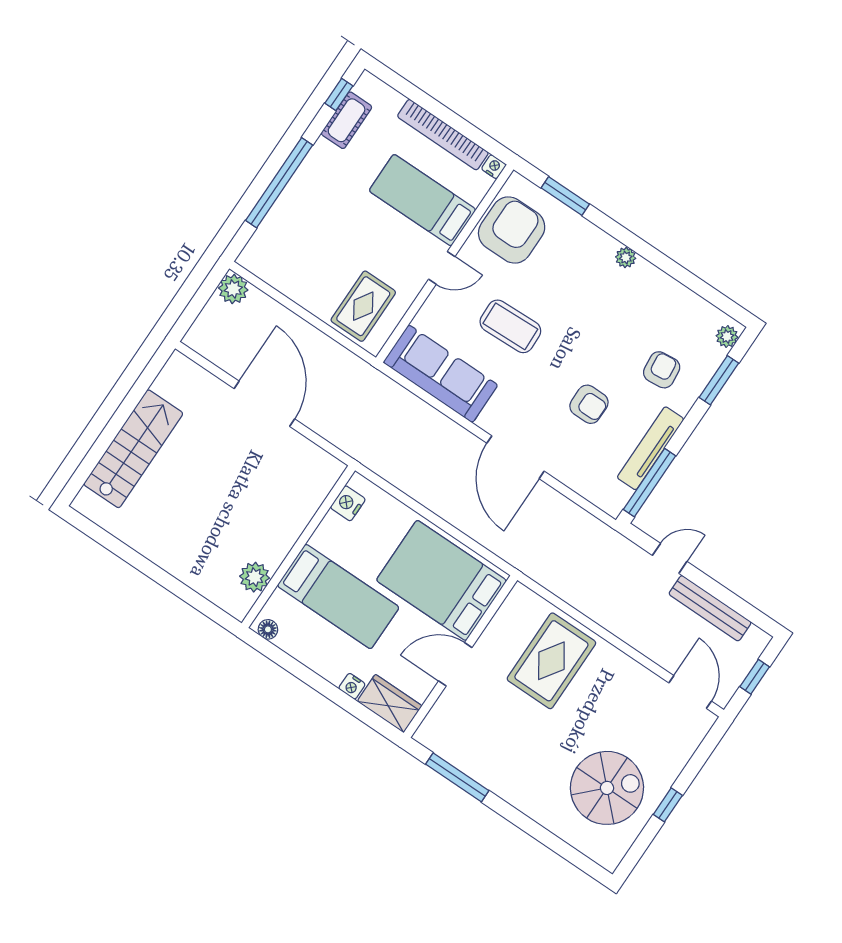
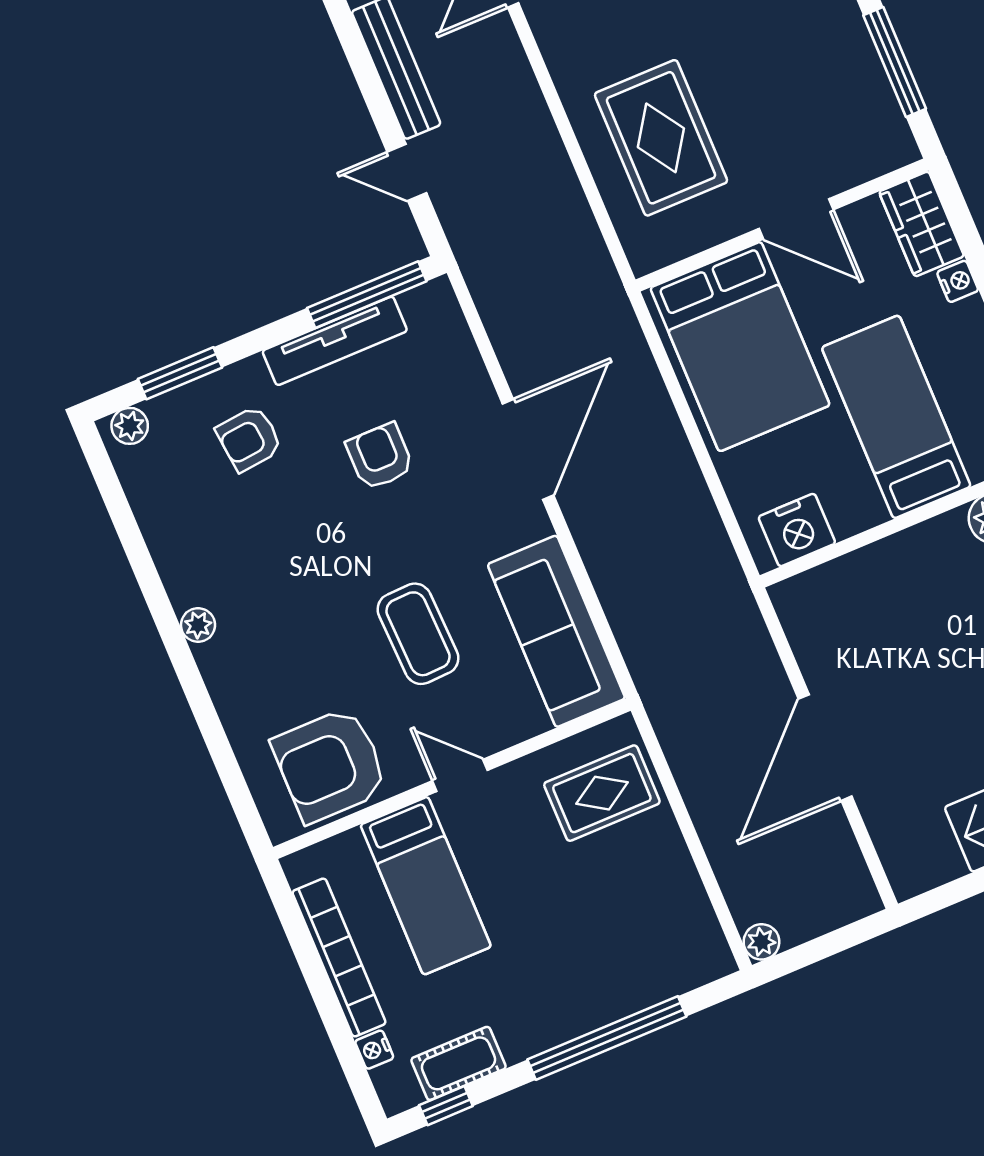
nightstand: (494, 167) -> (374, 1050), moved
window: (565, 196) -> (226, 764), removed
plant: (233, 289) -> (761, 942), width x0.73, depth x0.73
nightstand: (348, 503) -> (797, 530), width x1.36, depth x1.33
rug: (551, 661) -> (661, 138), turned 90

